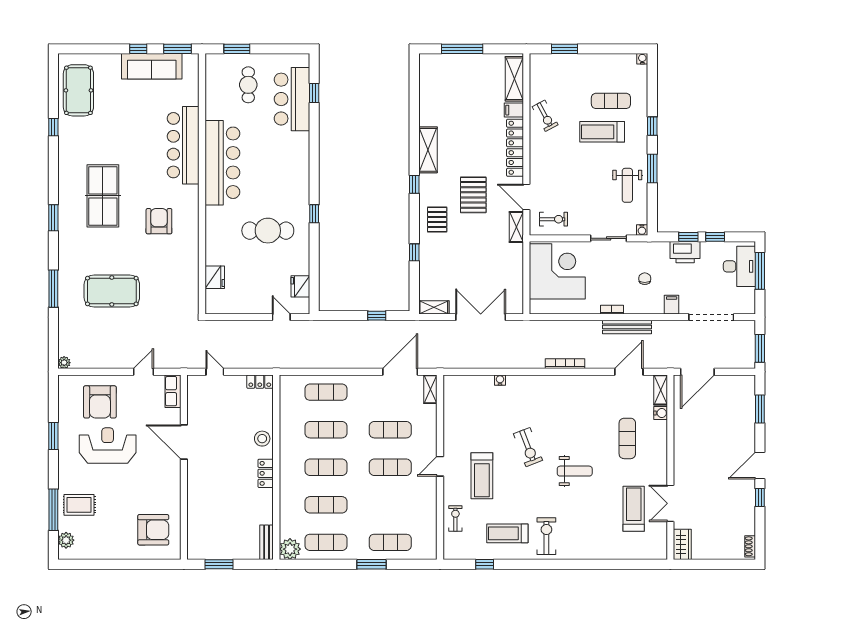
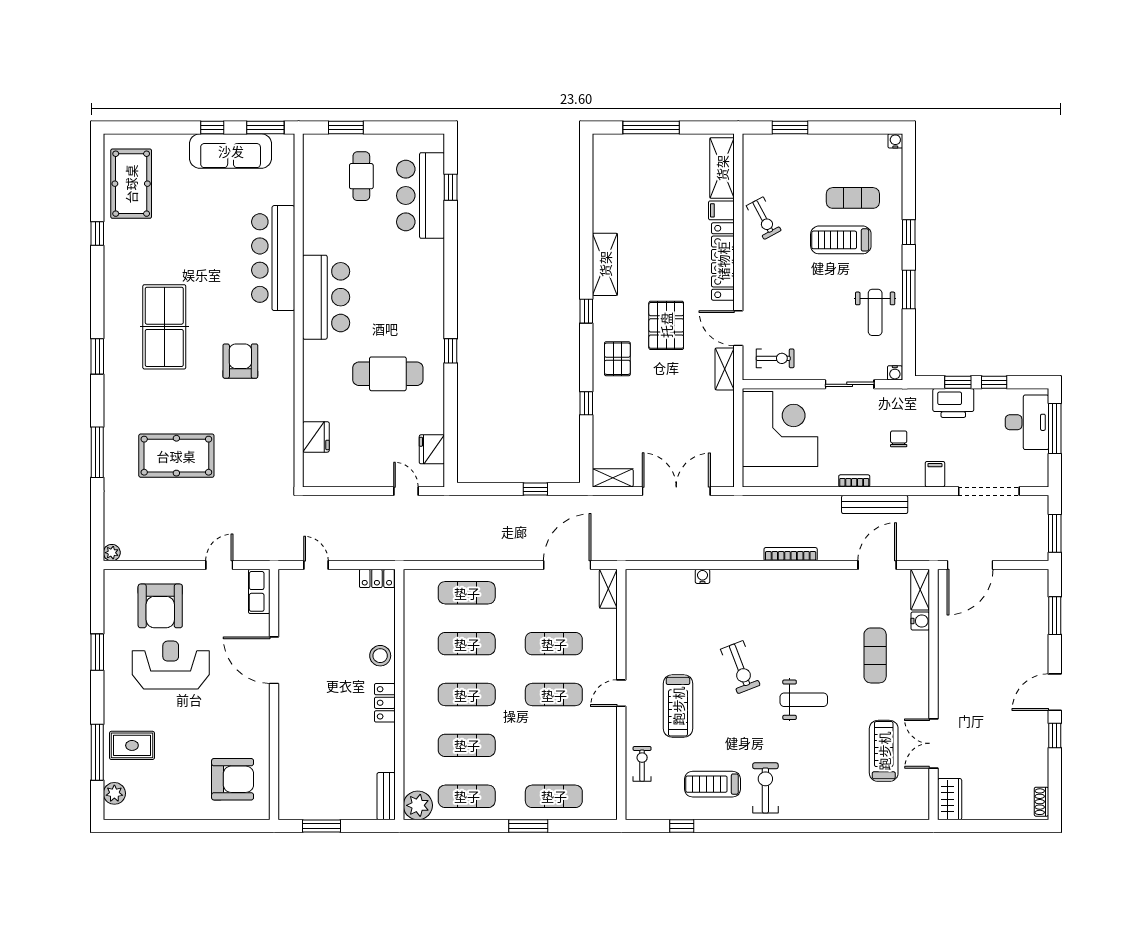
bar counter: (222, 163) -> (326, 297), width x0.73

